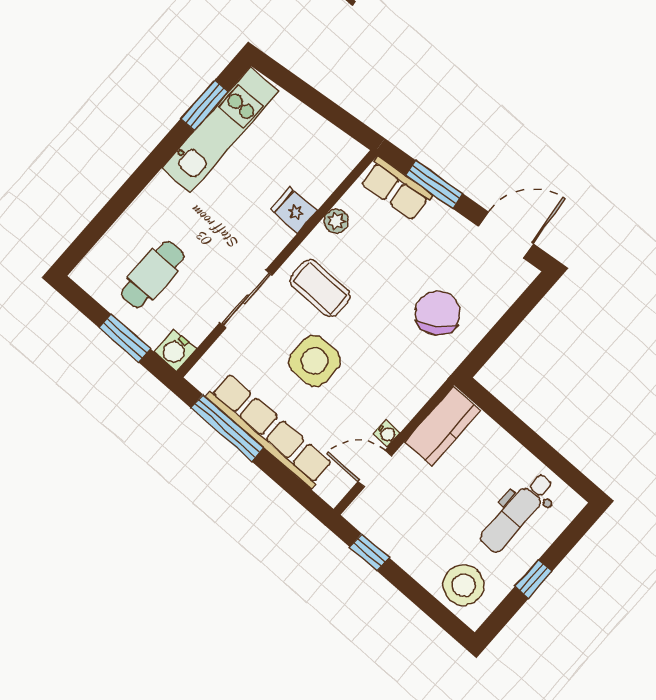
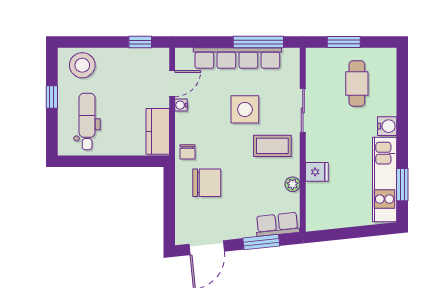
chair: (438, 313) -> (207, 183), turned -55
water cooler: (175, 350) -> (387, 126), moved, turned 90
chair: (428, 370) -> (188, 152), added

